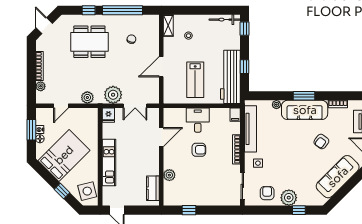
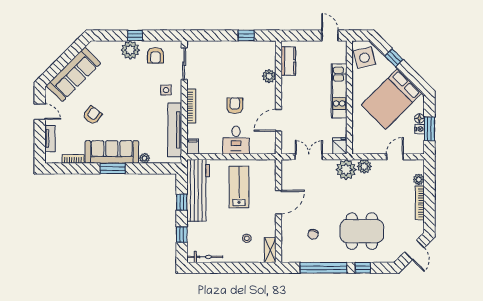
window: (245, 29) -> (182, 235), moved
plant: (113, 95) -> (346, 170), moved
armchair: (199, 150) -> (235, 106), turned 90
window: (299, 210) -> (135, 35), moved

